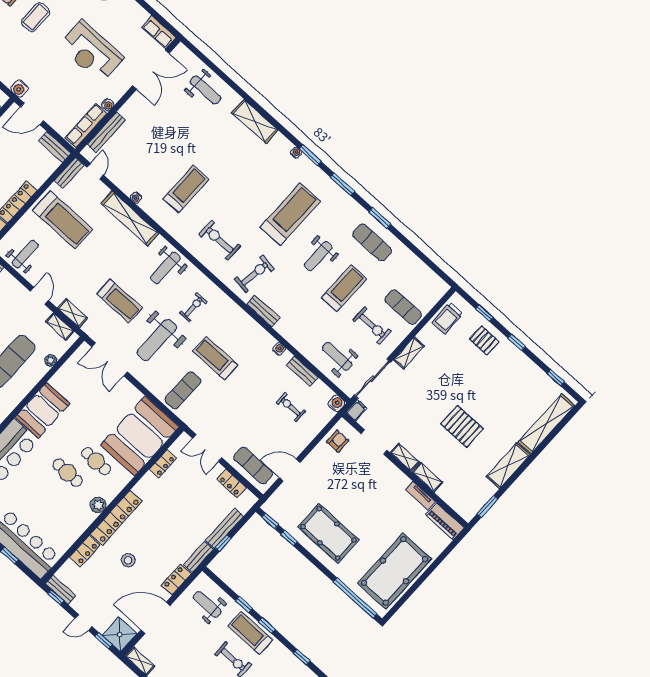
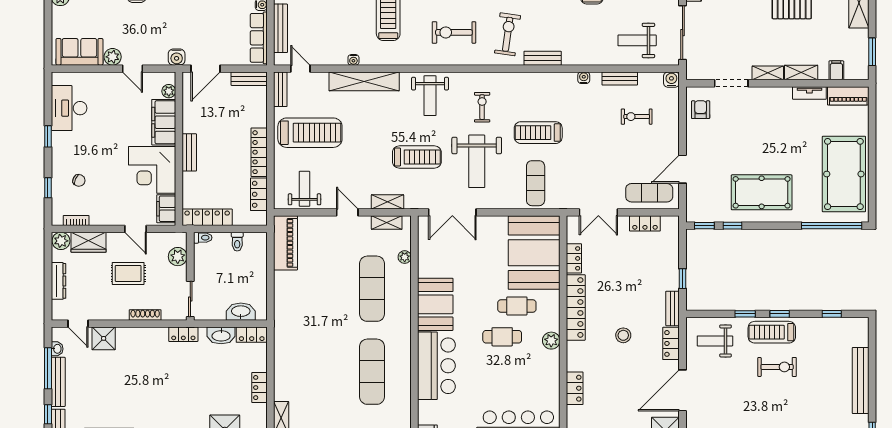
filing cabinet: (356, 410) -> (836, 70), moved
locker: (116, 518) -> (576, 307), moved
bench: (224, 528) -> (672, 266), removed
stool: (128, 560) -> (623, 335), moved

